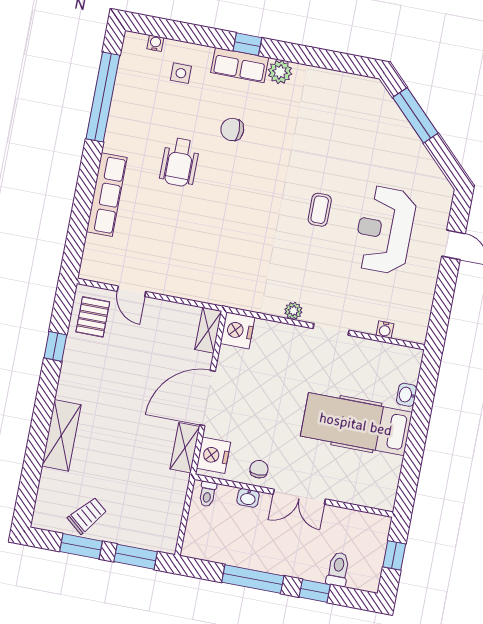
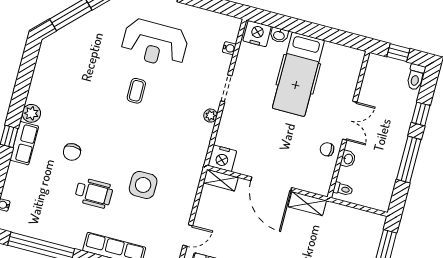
side table: (181, 73) -> (143, 185), moved, width x1.87, depth x1.87
coffee table: (320, 210) -> (136, 91), turned 90
nightstand: (213, 455) -> (257, 34), moved, turned 180
toilet: (338, 569) -> (416, 77), moved, turned -90

